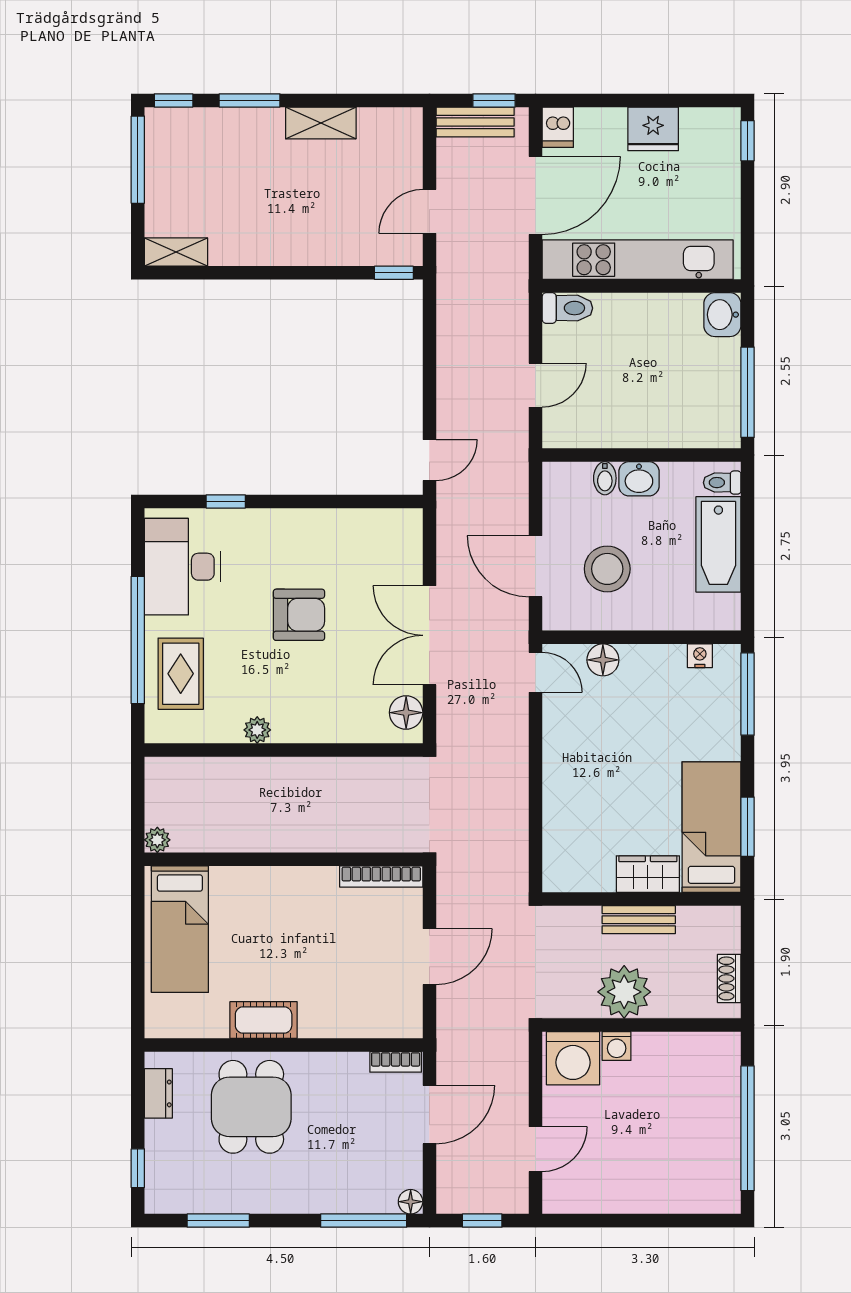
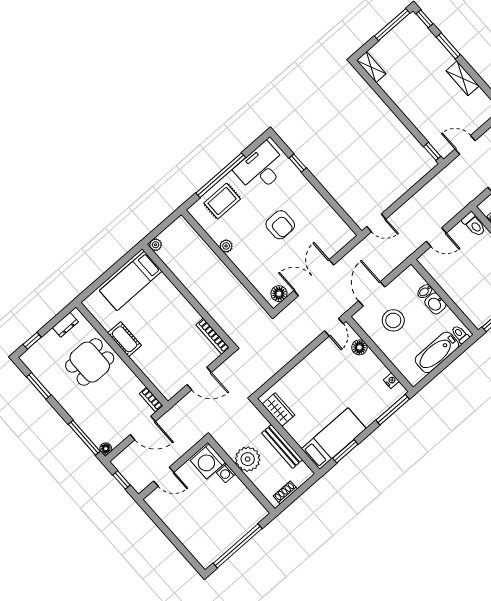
wardrobe: (648, 874) -> (279, 410), moved
bench: (639, 920) -> (282, 446), width x1.36

